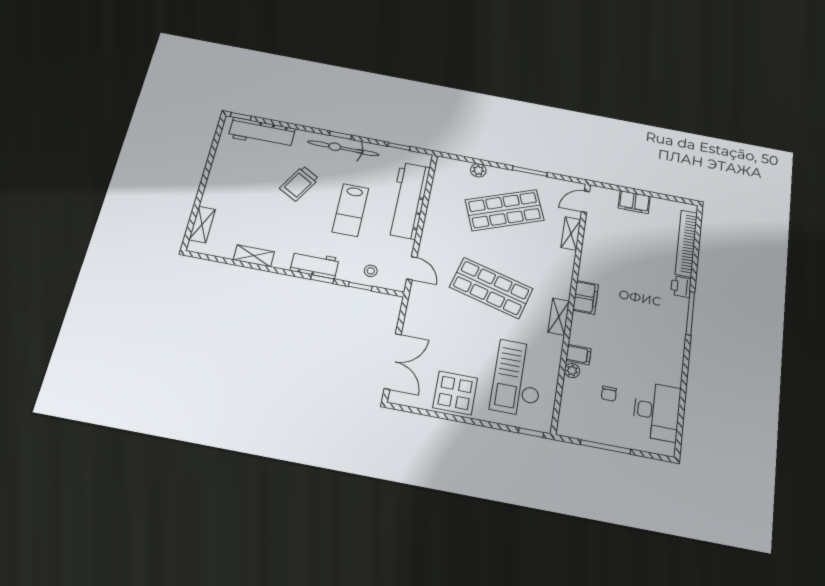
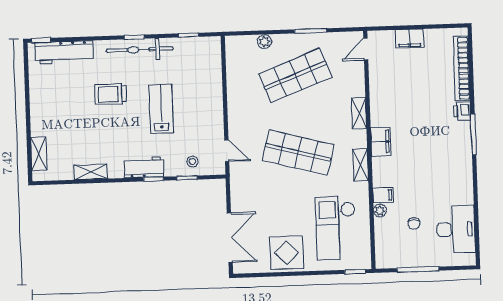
trolley: (299, 184) -> (110, 94), turned 60
workbench: (408, 200) -> (209, 87), removed
lab bench: (350, 210) -> (161, 109), turned 180
shelving: (571, 234) -> (359, 113), moved

